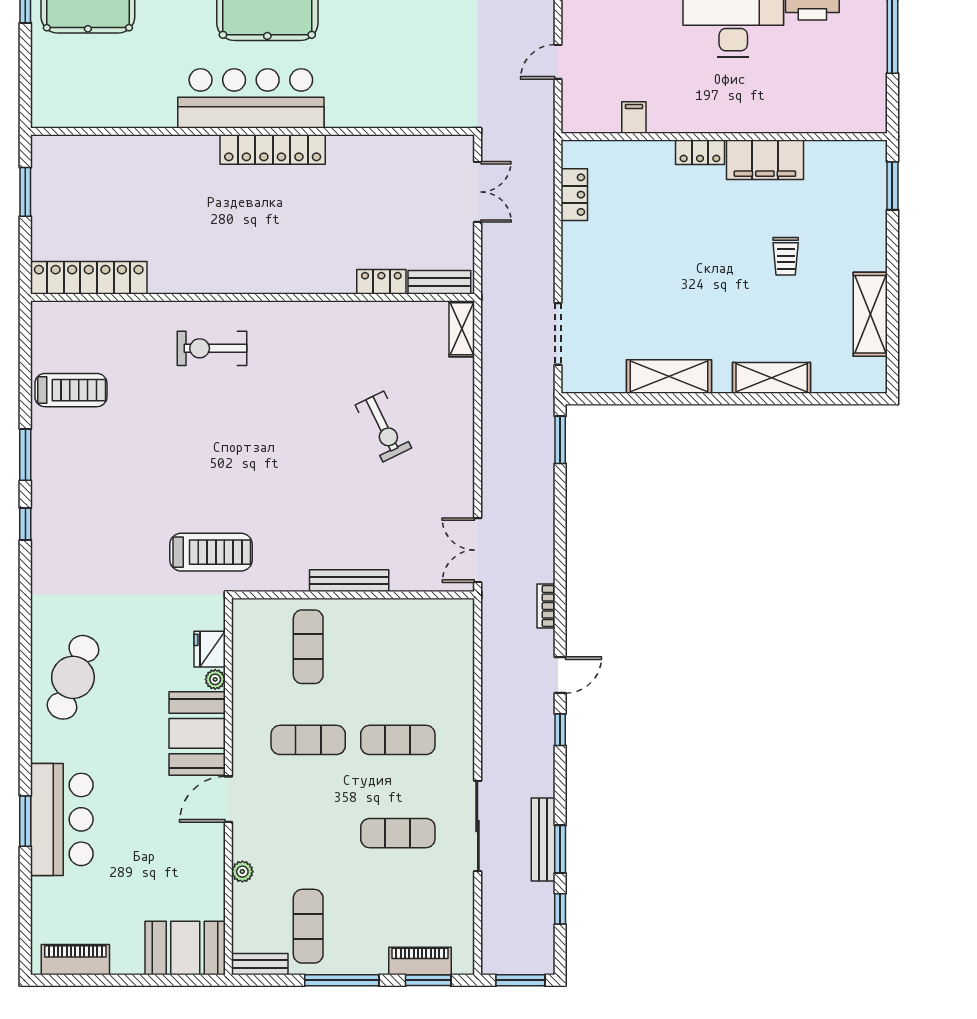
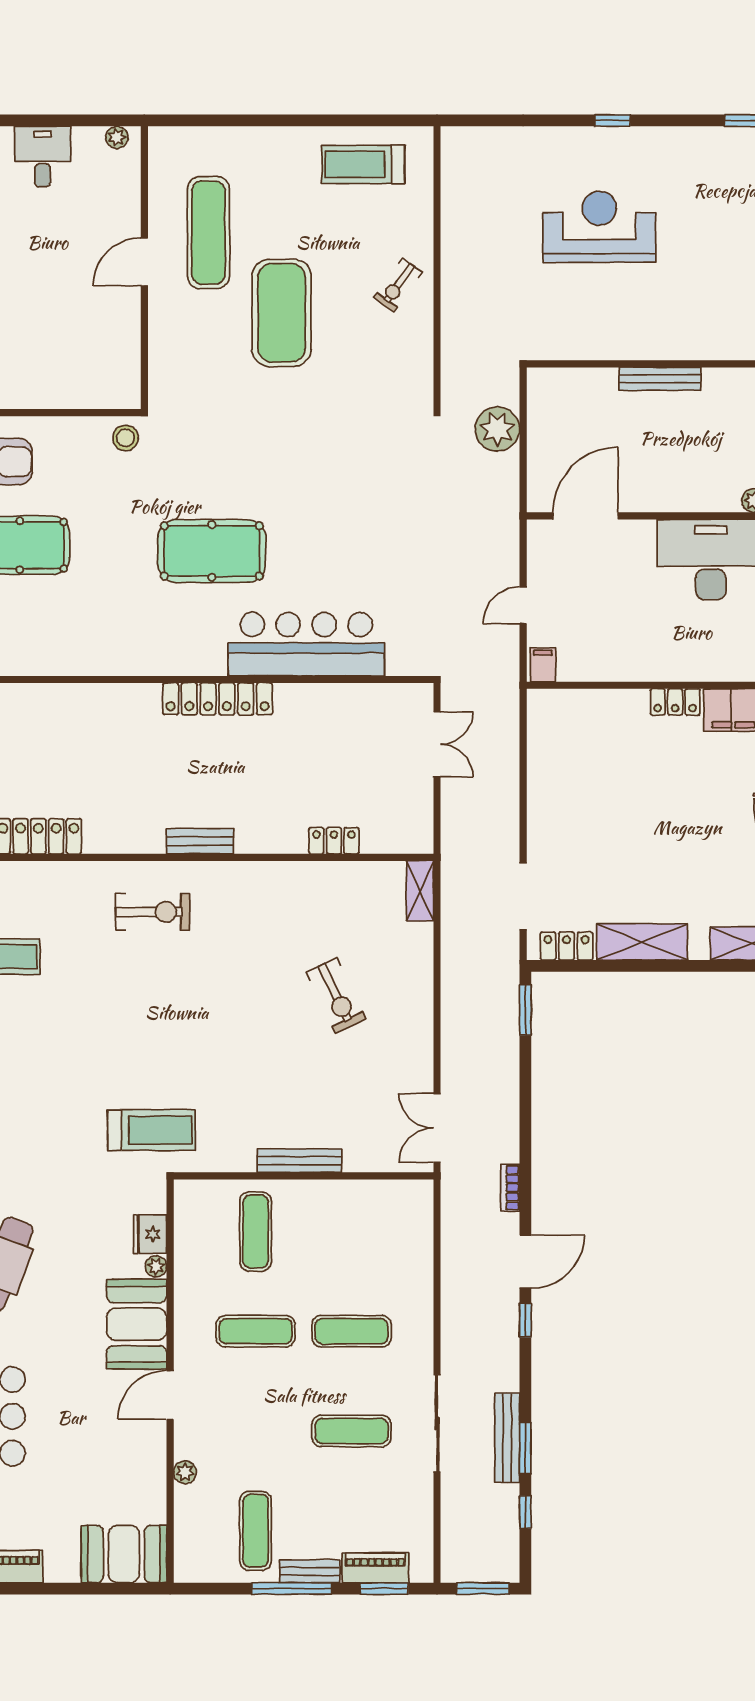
bar counter: (251, 98) -> (306, 644), moved
filing cabinet: (634, 118) -> (543, 665), moved
locker: (574, 195) -> (567, 946), moved, turned -90
bench: (439, 282) -> (200, 841), moved
exercise bike: (212, 348) -> (153, 912), turned 180
door: (560, 675) -> (525, 1262), width x1.38
bench: (260, 964) -> (310, 1571), moved

